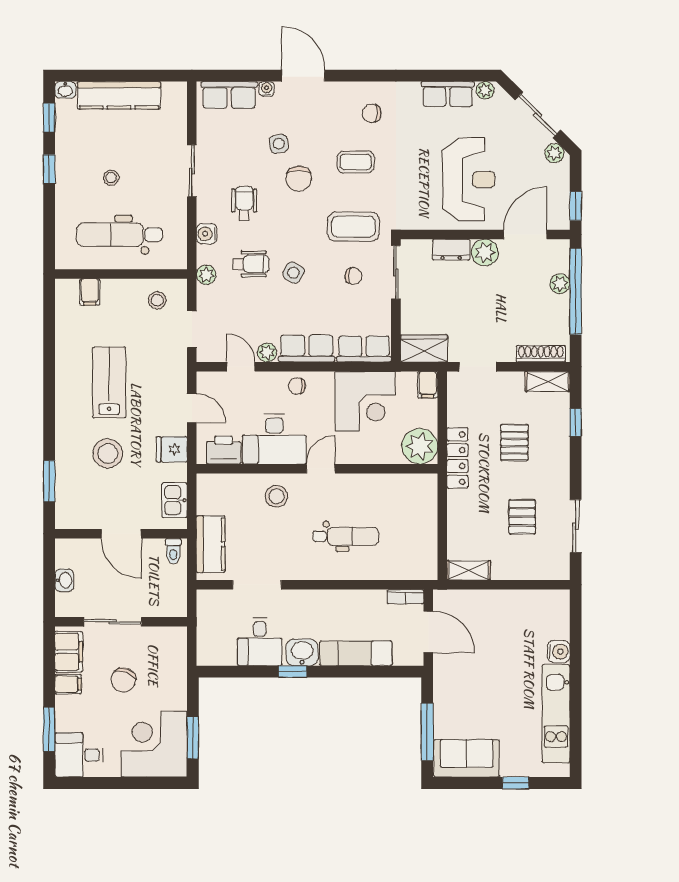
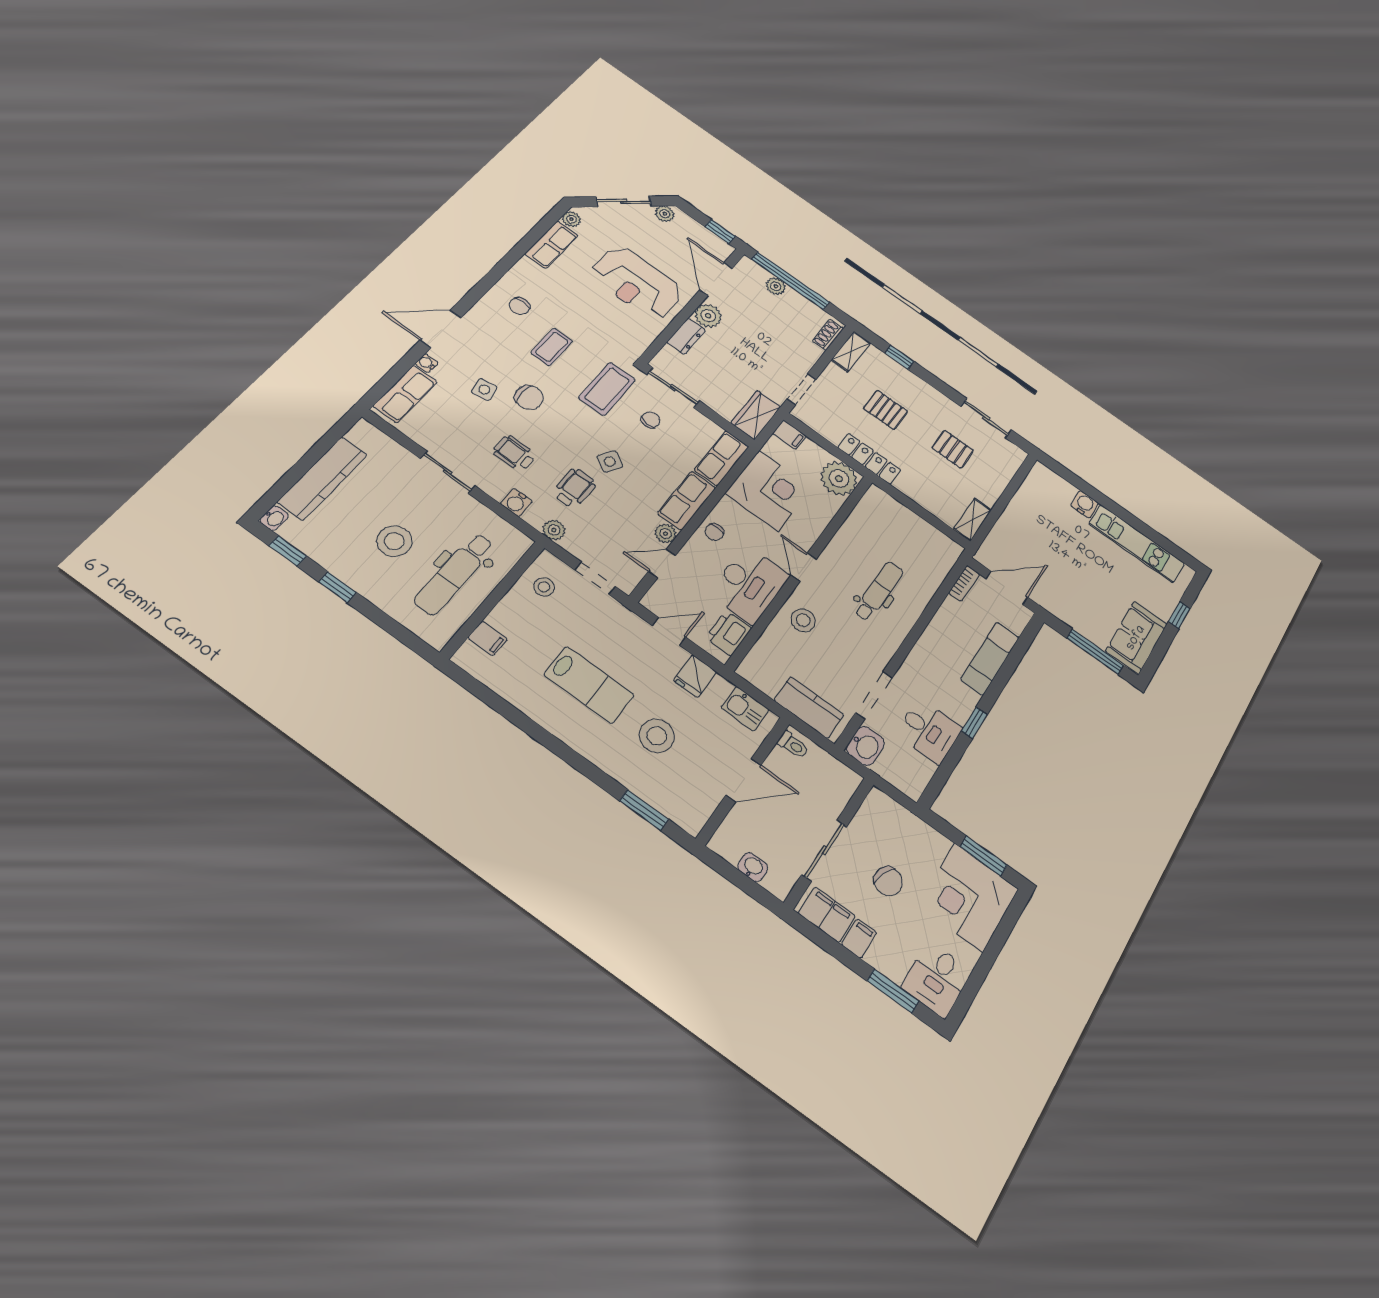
stool: (111, 178) -> (394, 541), width x1.89, depth x1.89
reception desk: (469, 179) -> (637, 283), turned 180
shoe rack: (541, 354) -> (828, 335), width x0.70
lab bench: (109, 383) -> (589, 685), turned 180
washbasin: (302, 652) -> (865, 746), moved, turned 180

